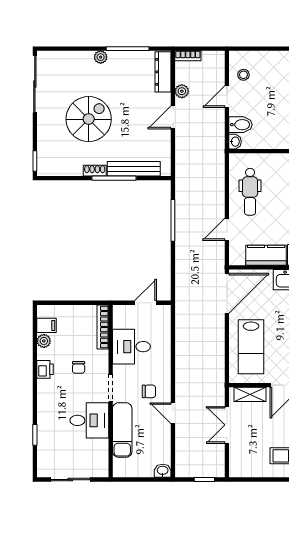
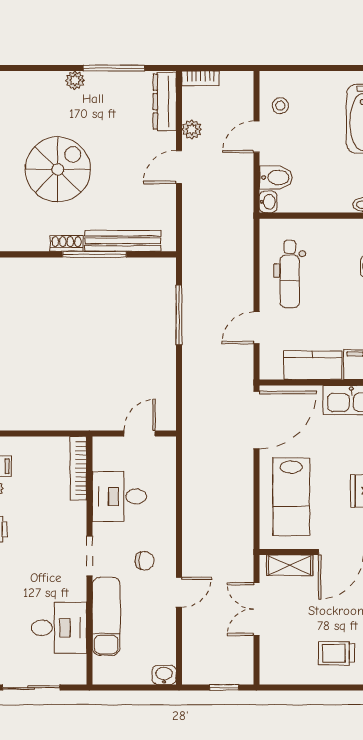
chair: (79, 367) -> (43, 526), removed
door: (173, 413) -> (179, 592), swing flipped
desk: (89, 420) -> (59, 628), moved

